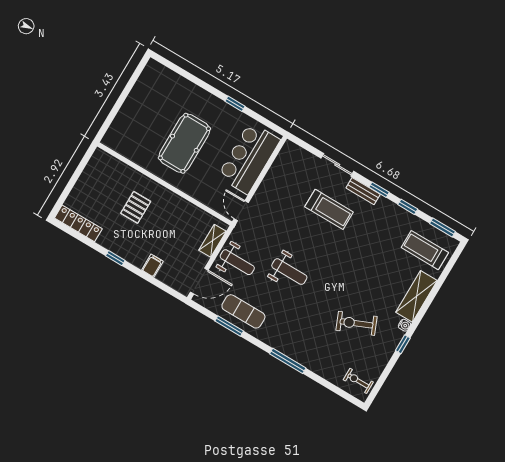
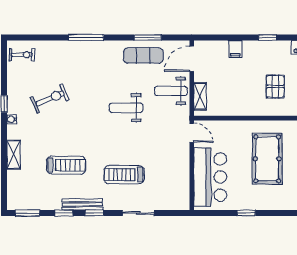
bench: (363, 191) -> (82, 204), moved, width x1.36
treadmill: (425, 250) -> (66, 165), moved
shelving: (416, 296) -> (14, 155), width x0.67, depth x0.75

